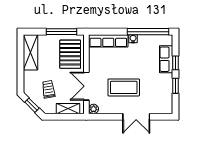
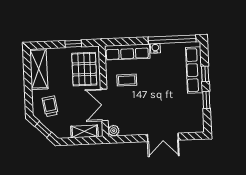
window: (62, 32) -> (73, 44), width x0.46
row of seats: (166, 59) -> (194, 70), width x1.48
coffee table: (124, 87) -> (127, 80), moved, width x0.54, depth x0.58
trolley: (48, 89) -> (50, 106), moved

